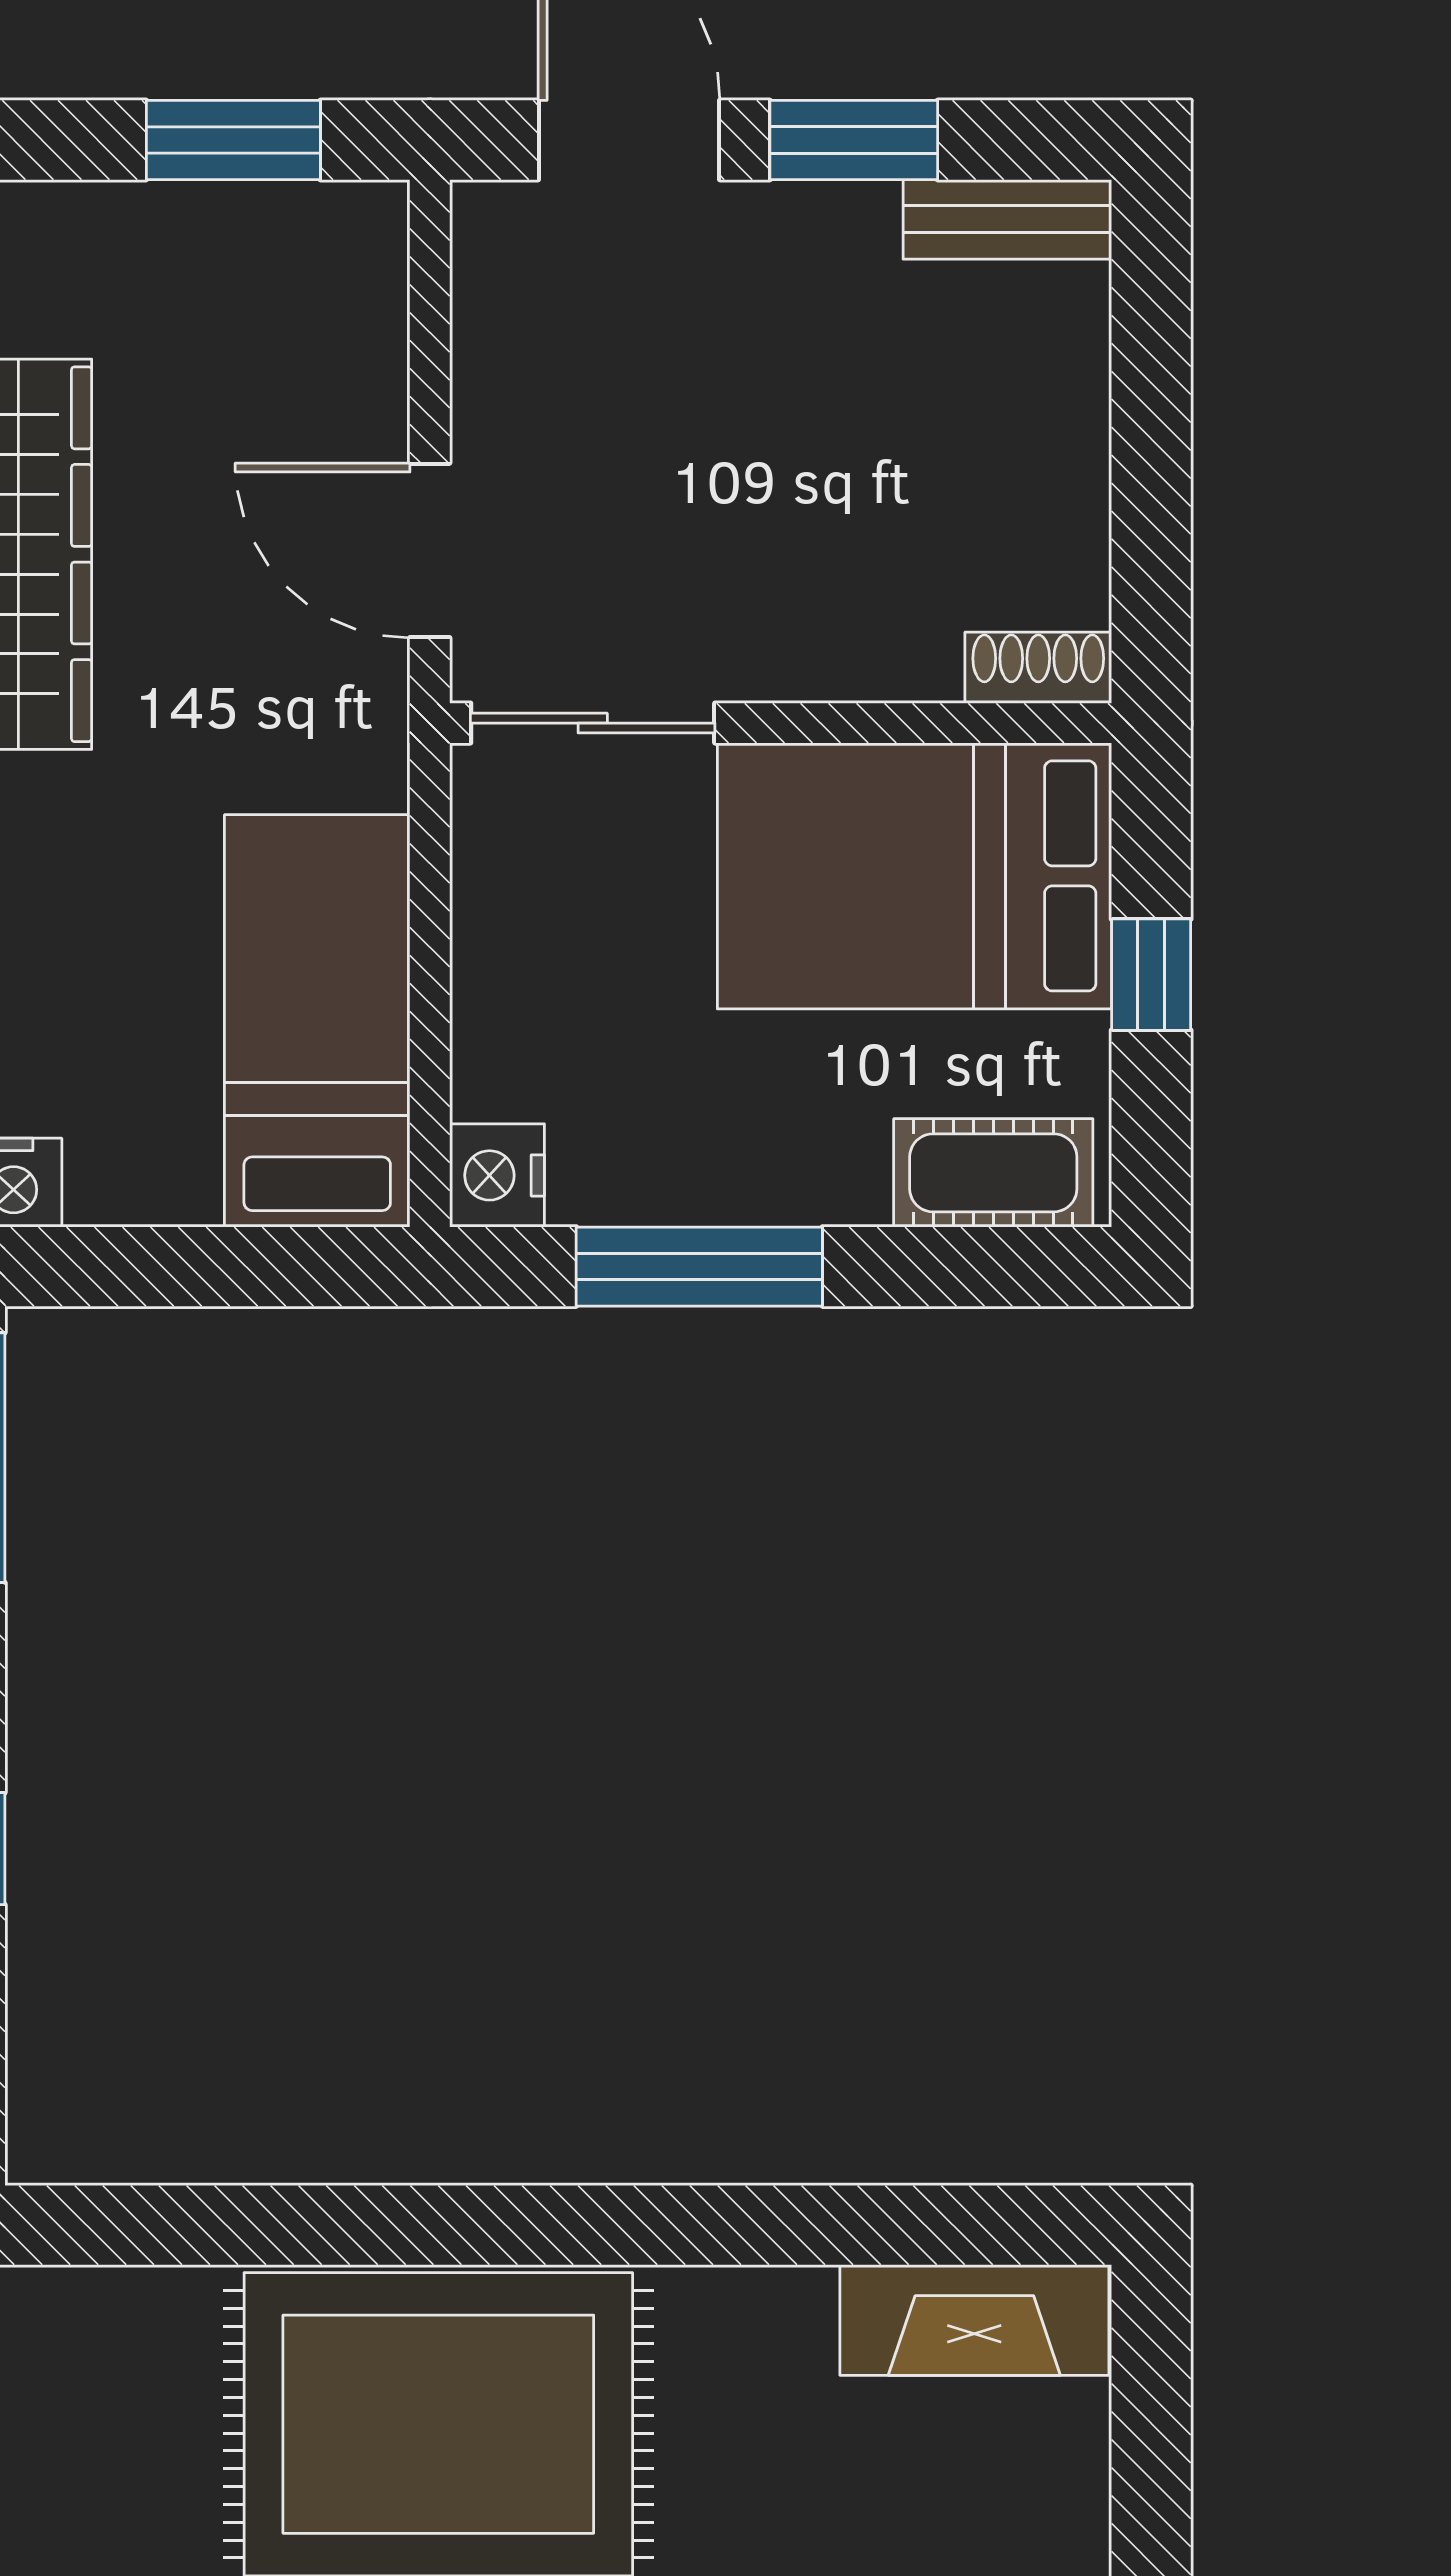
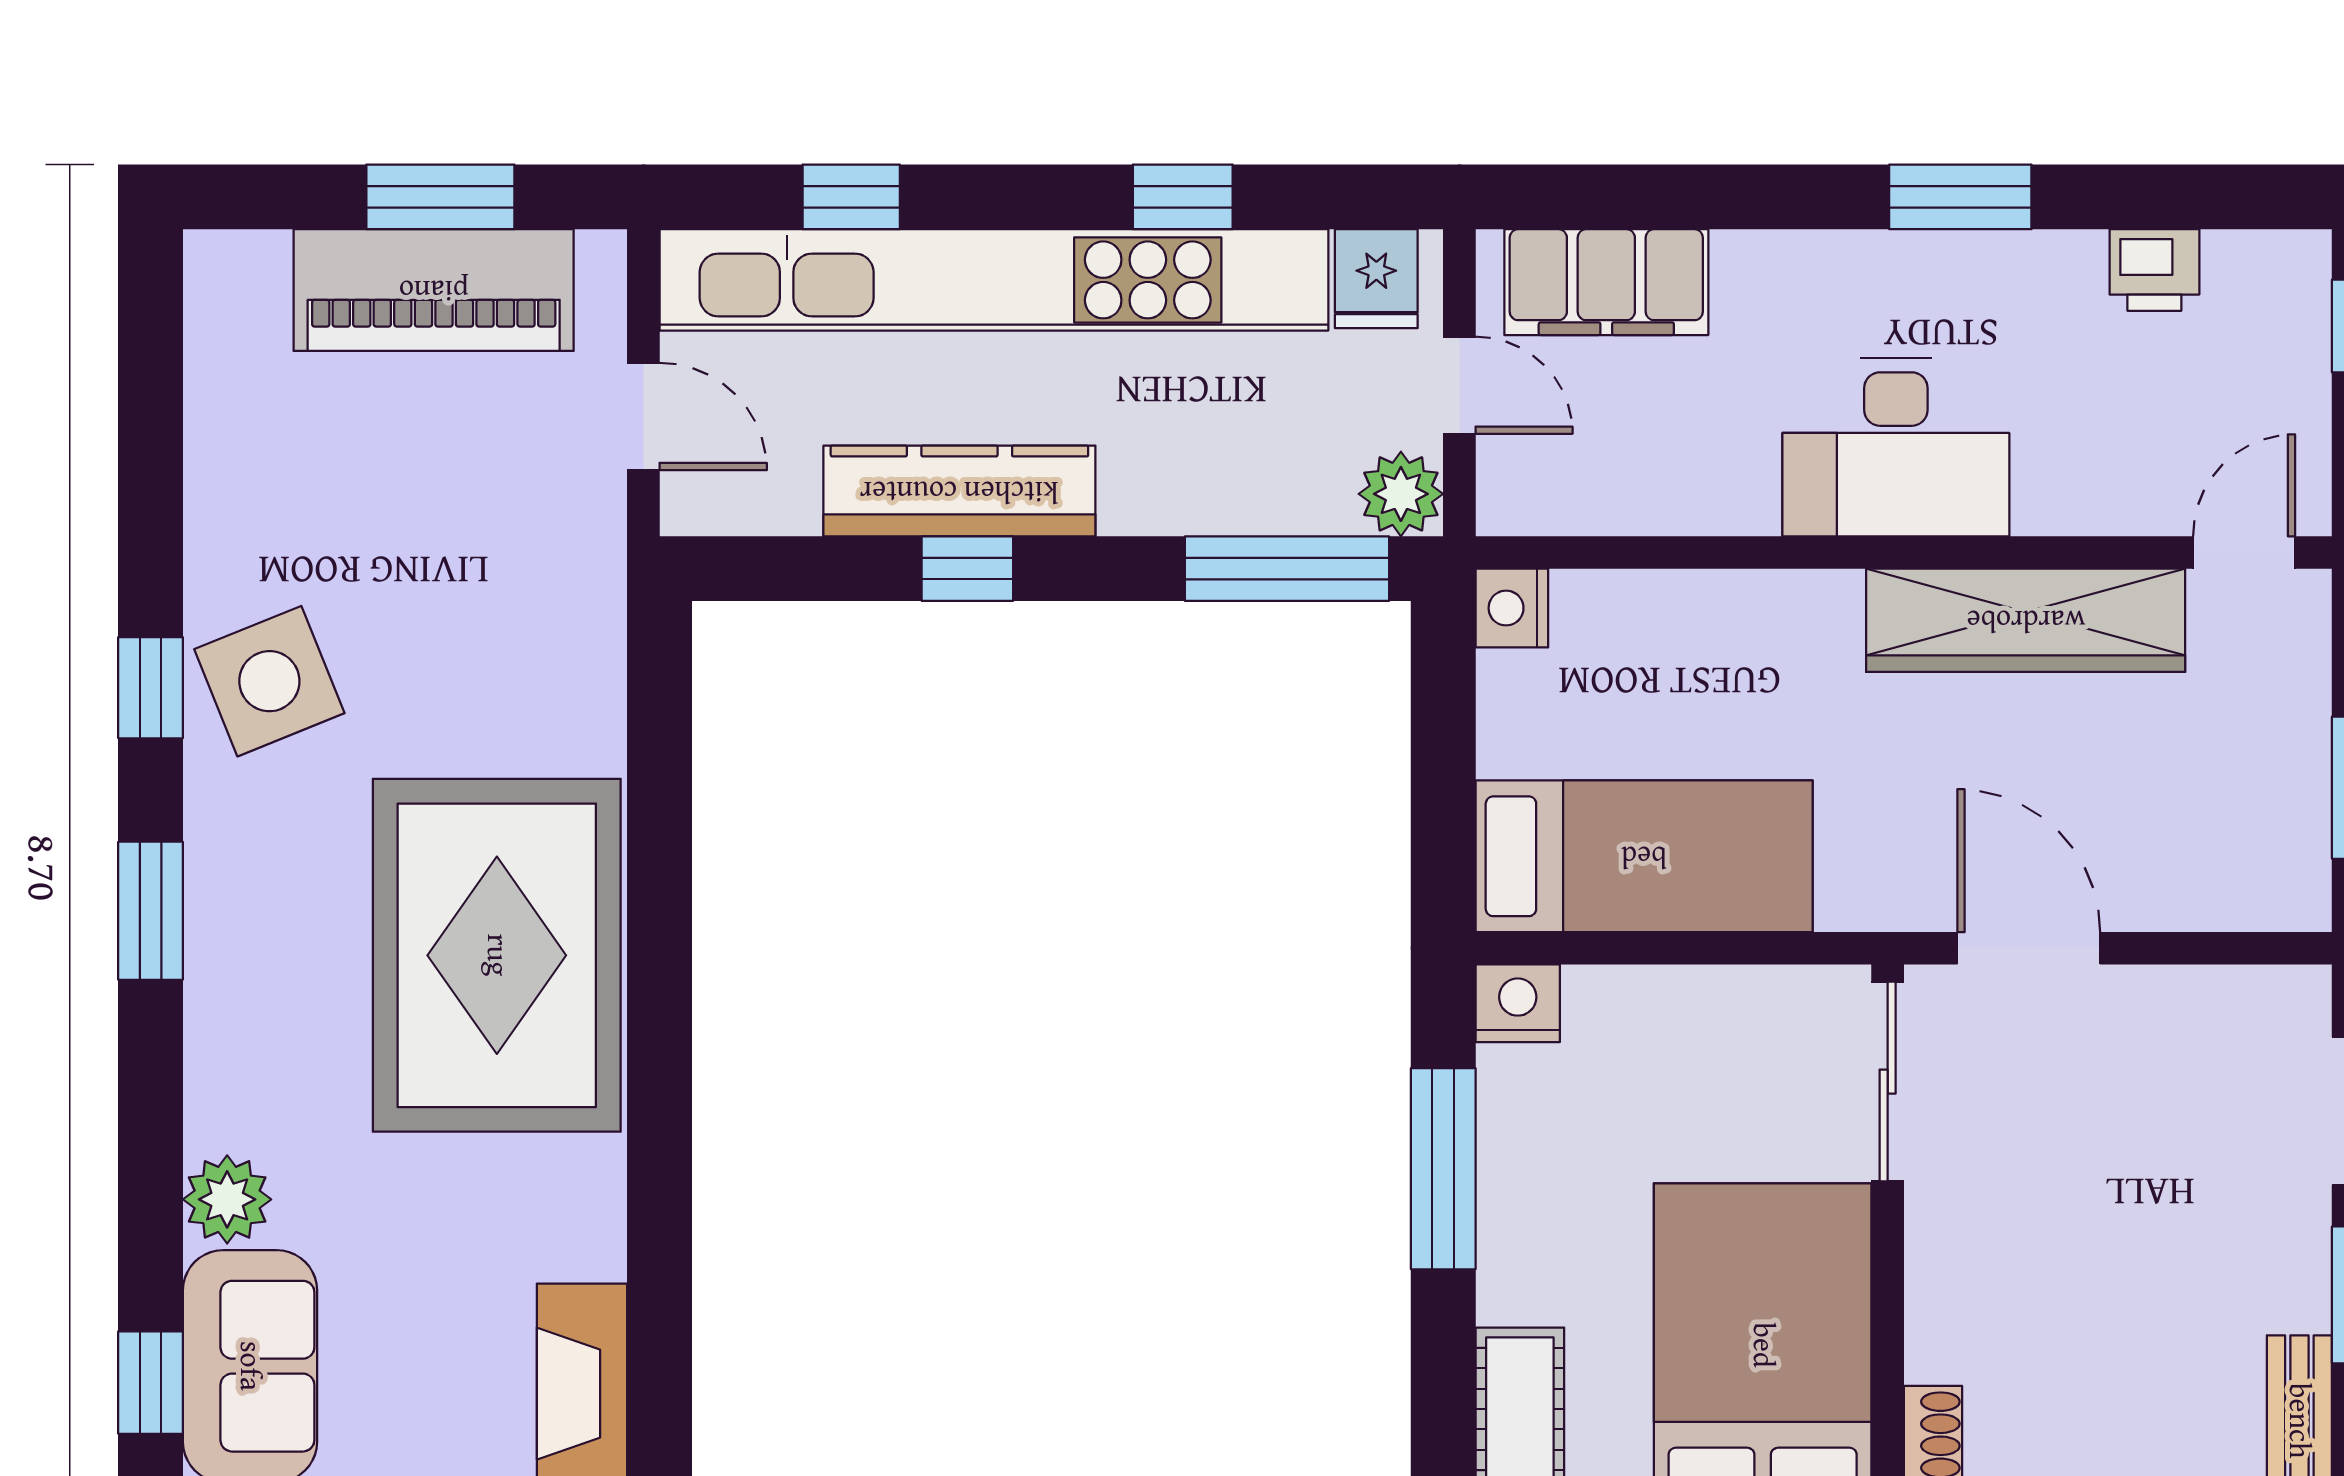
door: (430, 550) -> (2029, 948), hinge flipped

